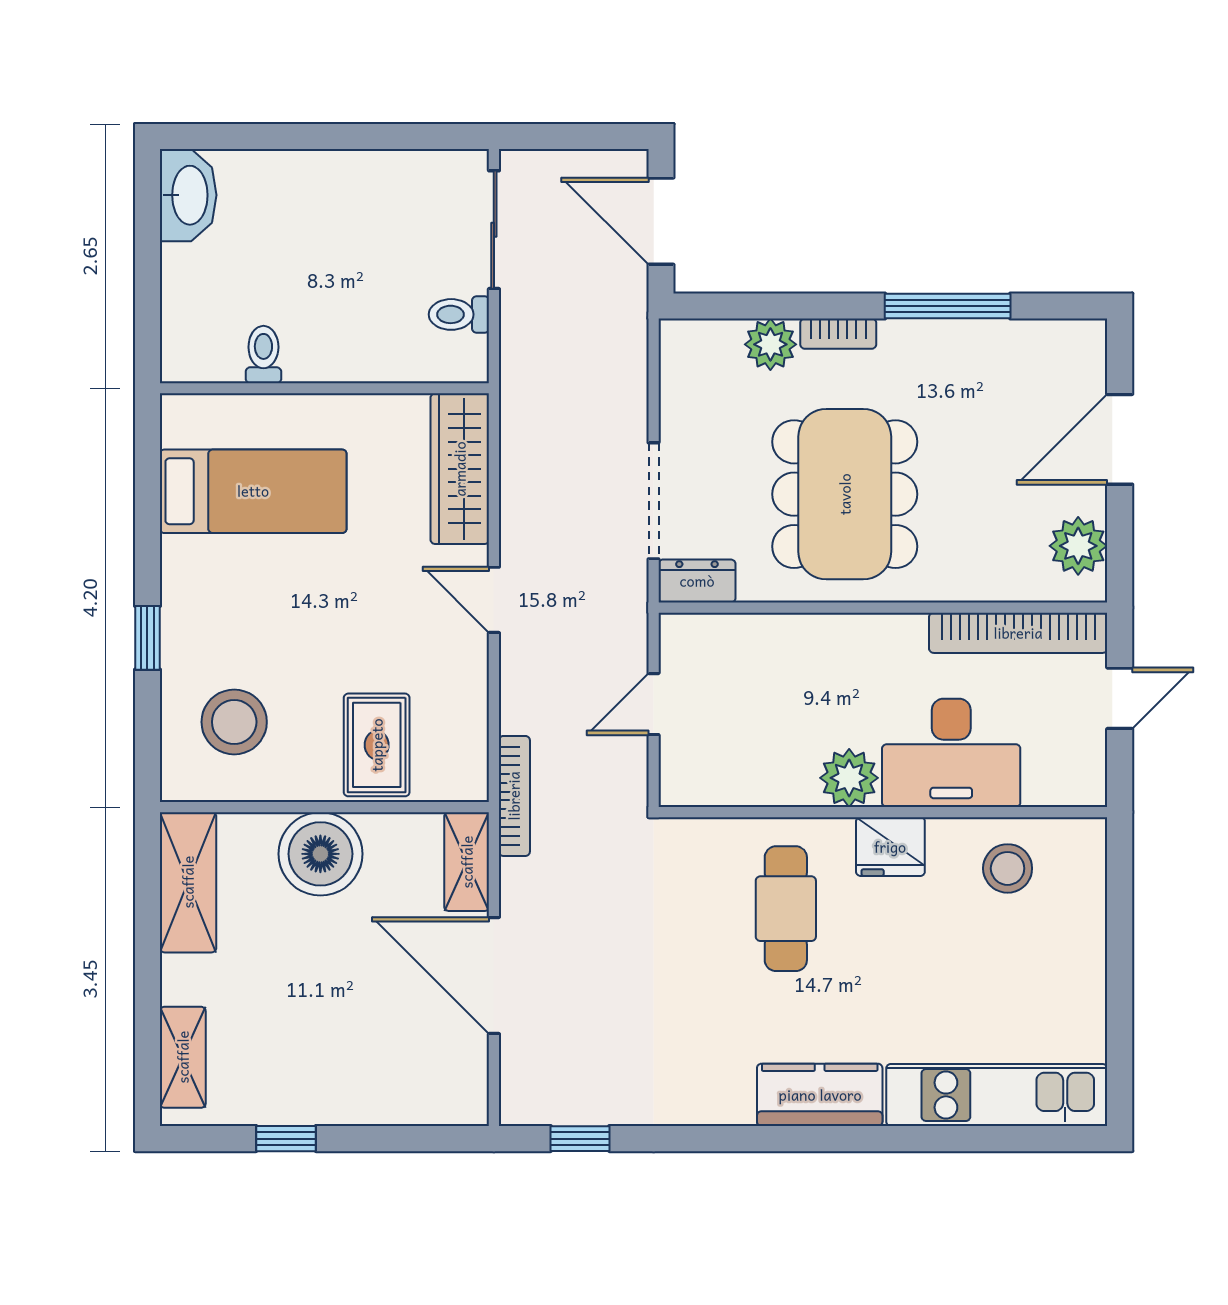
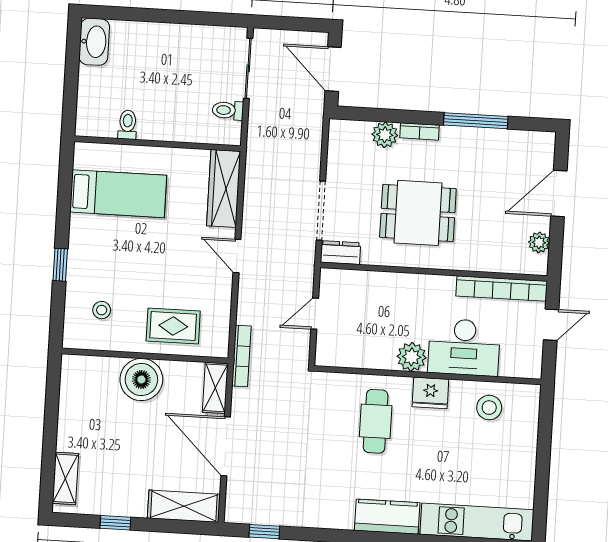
dining table: (845, 494) -> (418, 213), width x0.73
plant: (1078, 546) -> (539, 242), width x0.73, depth x0.73
stool: (234, 722) -> (102, 310), width x0.53, depth x0.53
rug: (377, 745) -> (173, 326), turned 90
shelving: (188, 882) -> (184, 506), moved, turned 90

